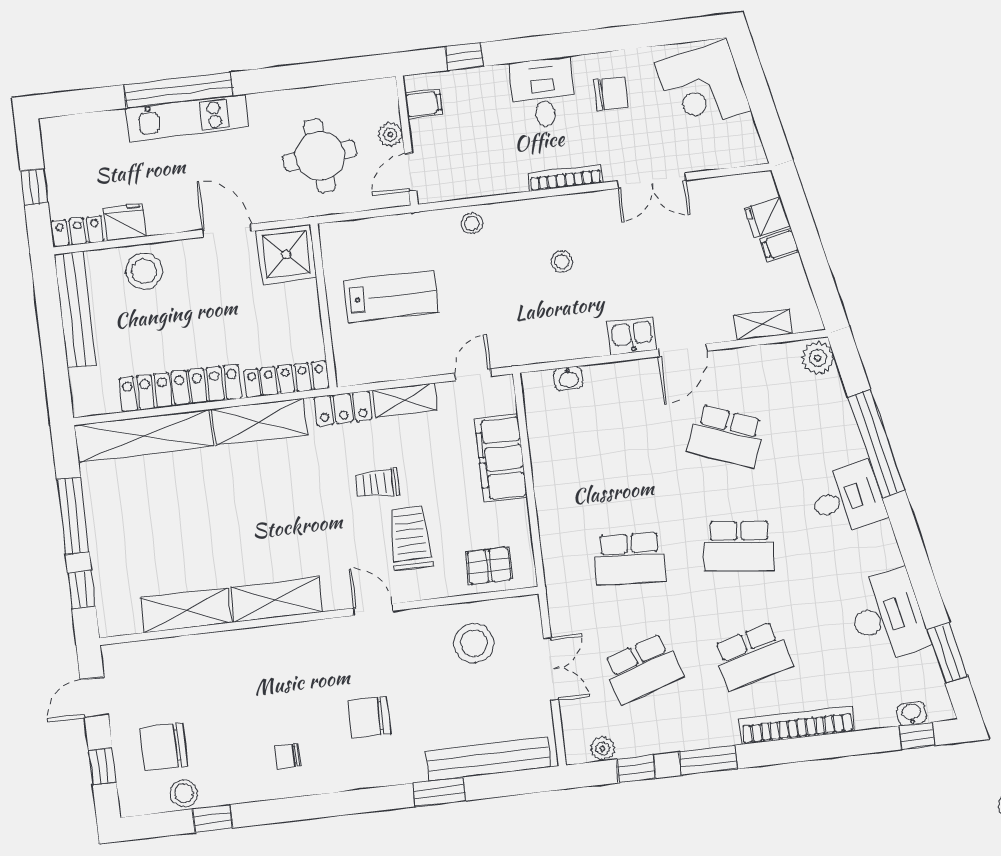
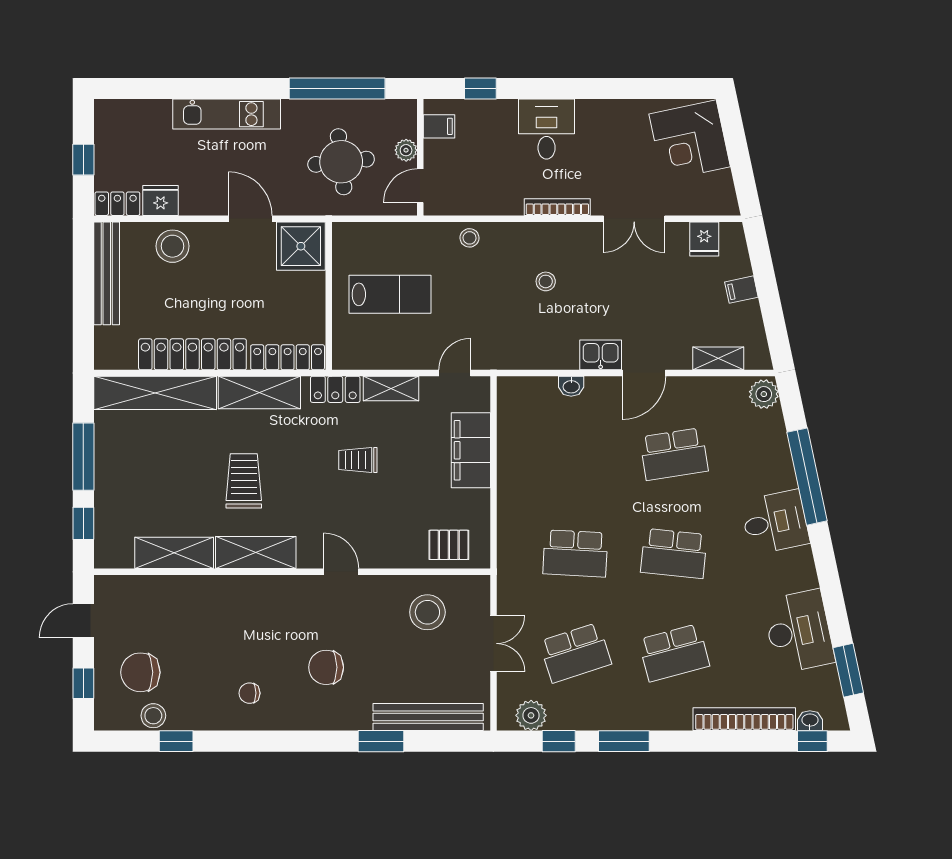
window: (179, 90) -> (337, 88), moved
chair: (611, 93) -> (607, 137), removed
fridge: (767, 217) -> (704, 239), moved, turned -78
washbasin: (569, 378) -> (571, 386), moved
school desk: (726, 436) -> (674, 454), turned -30
trolley: (410, 538) -> (244, 481), moved
bookcase: (797, 725) -> (744, 719), moved
plant: (603, 748) -> (531, 715), width x1.38, depth x1.38

